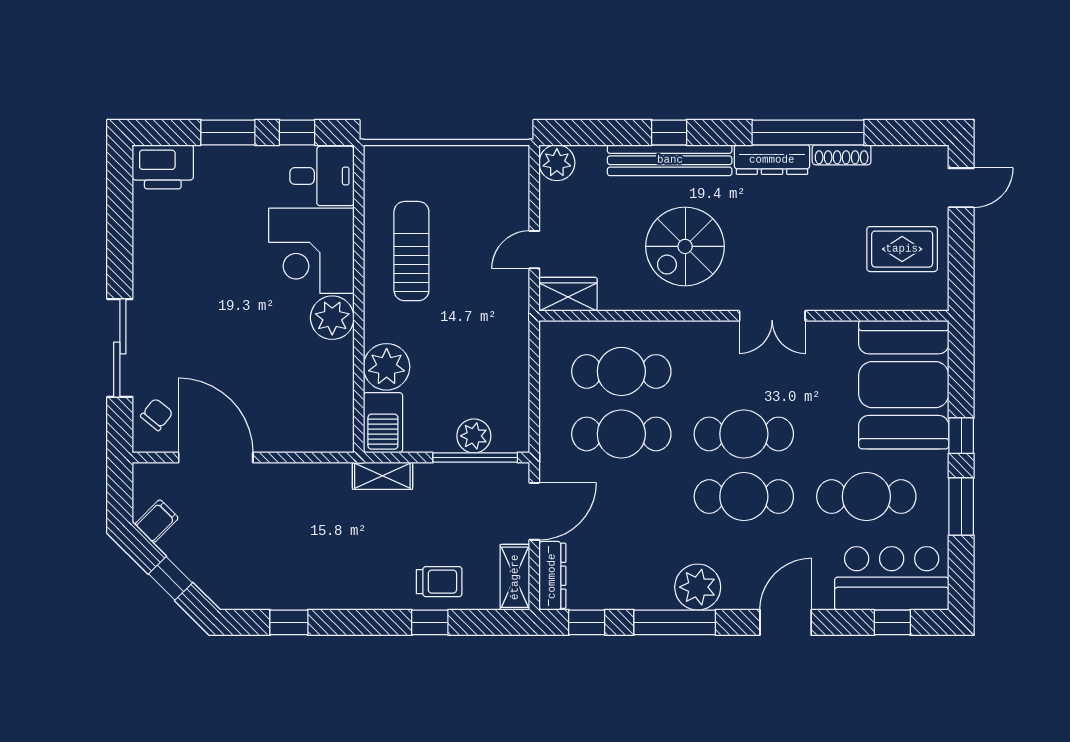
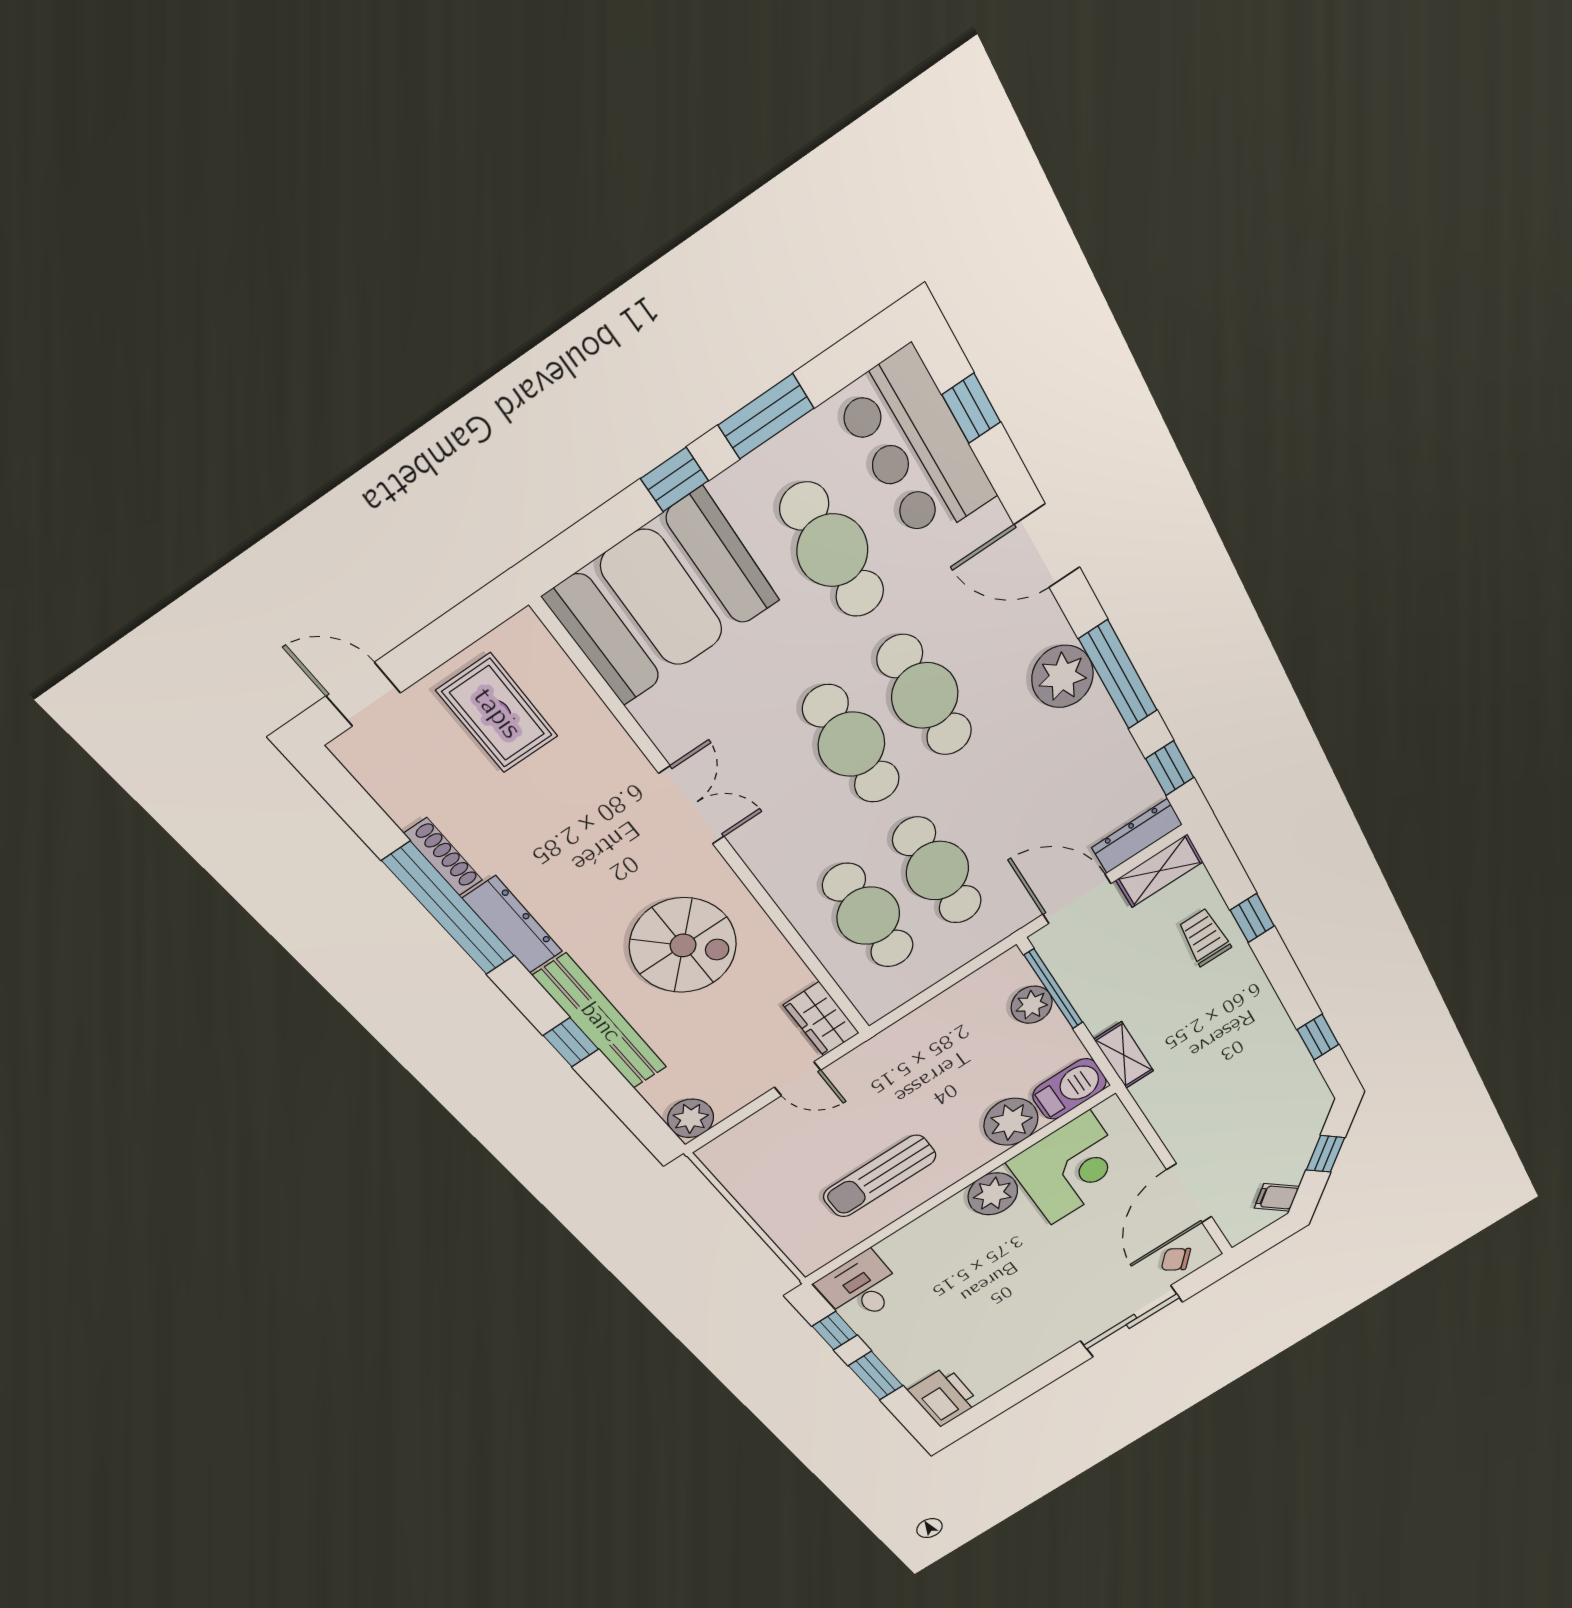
corner desk: (311, 251) -> (1070, 1168), moved

